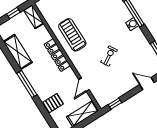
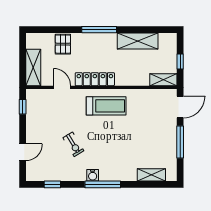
treadmill: (72, 35) -> (106, 106), moved
locker: (57, 55) -> (95, 79), moved
exercise bike: (109, 56) -> (73, 144), moved

